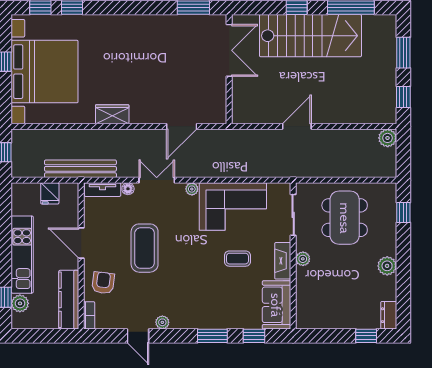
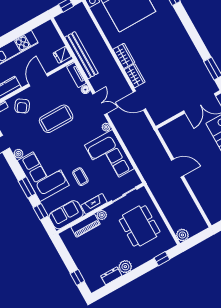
wardrobe: (146, 115) -> (135, 76), added
plant: (388, 138) -> (182, 235), moved
fridge: (50, 193) -> (62, 55), moved
dining table: (345, 218) -> (140, 226), turned 90
armchair: (103, 283) -> (22, 106), turned 117
piano: (305, 288) -> (86, 226), added
corner sofa: (206, 304) -> (43, 173), added
dresser: (389, 315) -> (111, 276), moved

